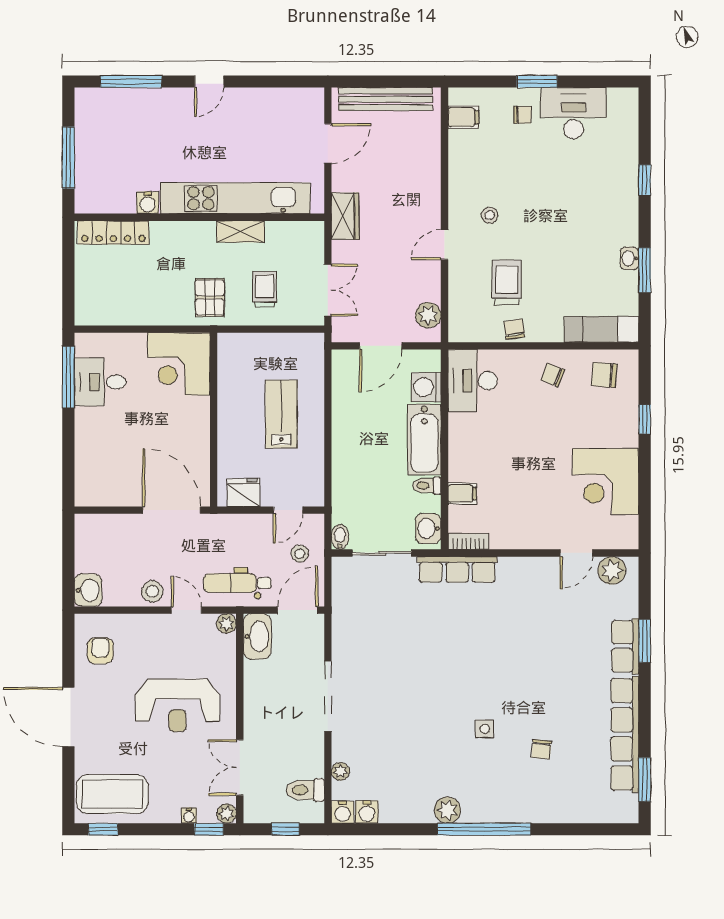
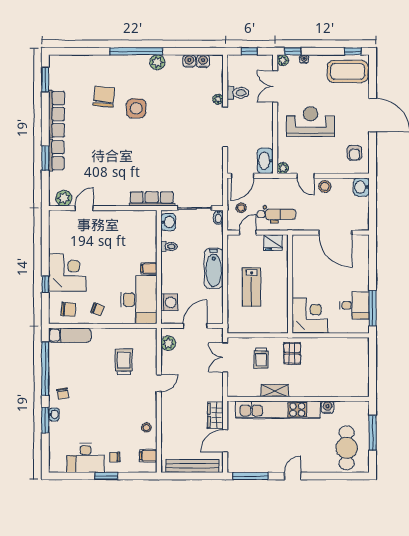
window: (131, 82) -> (251, 476), moved
cafe table: (114, 131) -> (347, 448), added
window: (645, 180) -> (45, 420), width x1.50
stool: (490, 215) -> (146, 428), moved
wardrobe: (345, 216) -> (215, 415), moved
locker: (113, 233) -> (347, 390), removed
washbasin: (629, 258) -> (54, 414), moved
window: (645, 270) -> (45, 369), width x2.11
trolley: (507, 282) -> (124, 362), turned 180
chair: (514, 329) -> (63, 393), moved
desk: (473, 381) -> (139, 300), width x1.36, depth x1.30
bathtub: (424, 440) -> (214, 268), moved, turned 180
corner desk: (606, 481) -> (67, 272), moved
filing cabinet: (462, 494) -> (149, 268), moved
door: (172, 510) -> (335, 233), moved
bookcase: (469, 541) -> (145, 215), removed
dental chair: (237, 583) -> (276, 214), moved
side table: (485, 729) -> (136, 108), width x1.87, depth x1.87
row of seats: (625, 734) -> (57, 114), width x0.73
chair: (542, 749) -> (104, 97), width x1.87, depth x1.87
double door: (240, 767) -> (275, 86), swing flipped
plant: (340, 771) -> (218, 99), moved
toilet: (305, 790) -> (238, 93), moved
water cooler: (343, 812) -> (189, 61), moved

